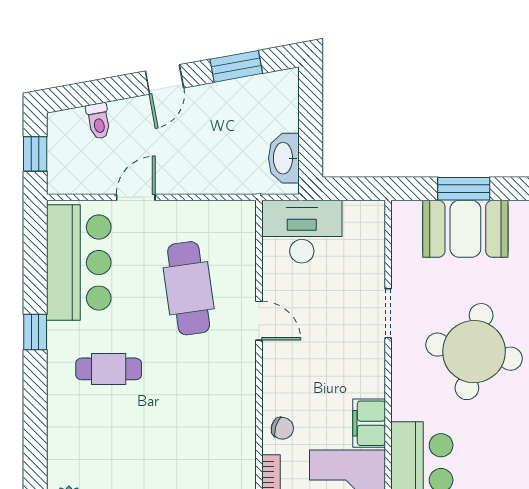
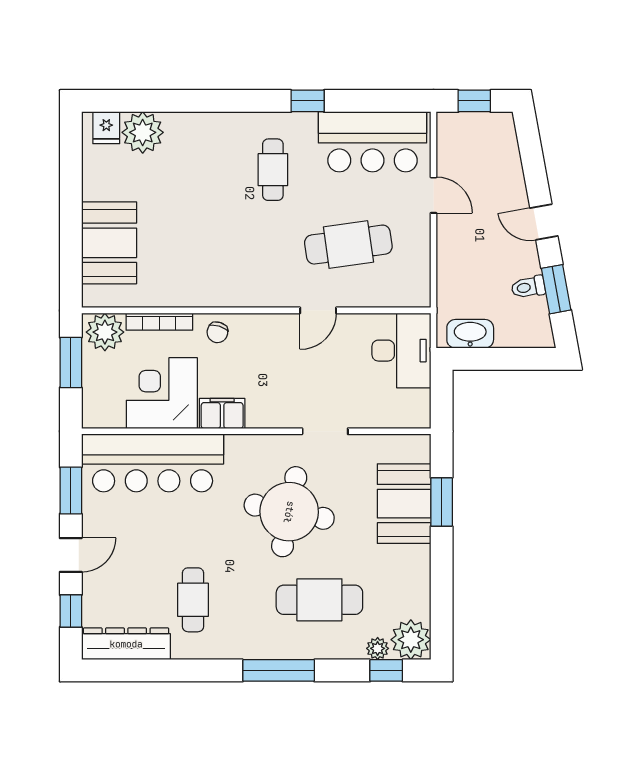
toilet: (98, 121) -> (528, 287), moved

